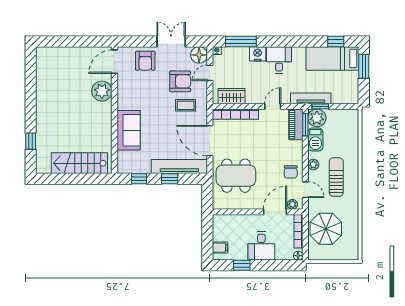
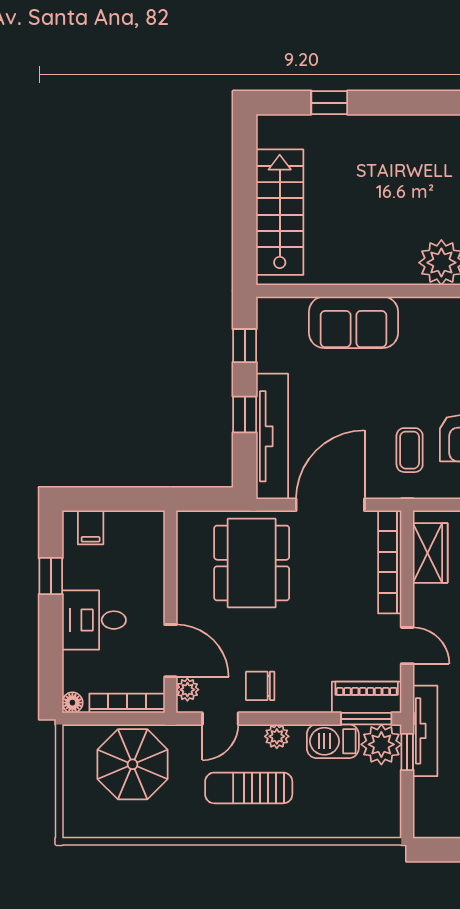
sun lounger: (336, 177) -> (249, 788), turned 180

